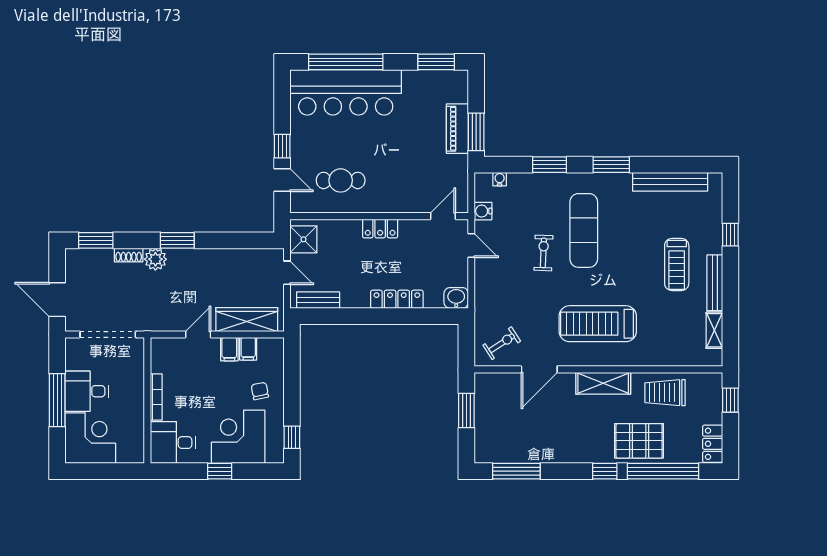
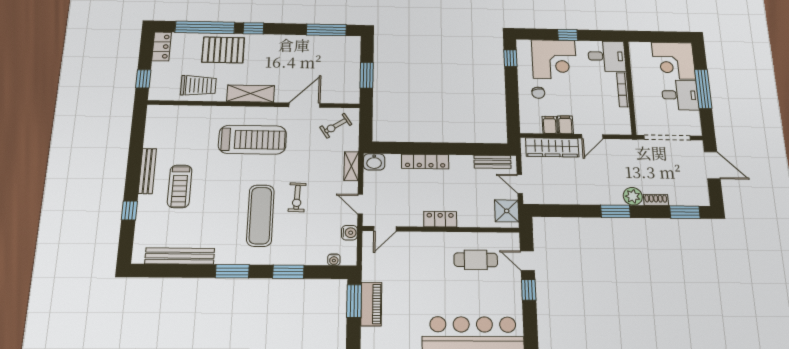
treadmill: (677, 264) -> (180, 186), turned 180
shelving: (714, 330) -> (351, 166), moved

